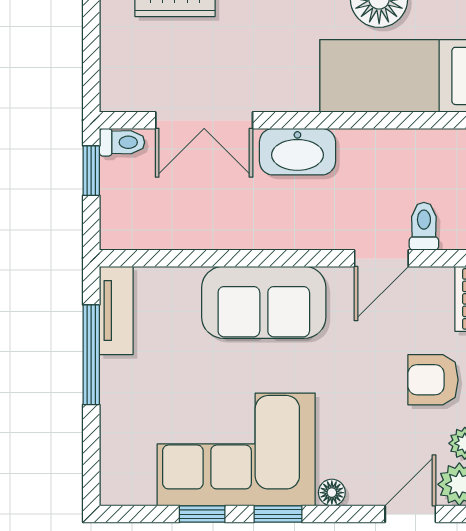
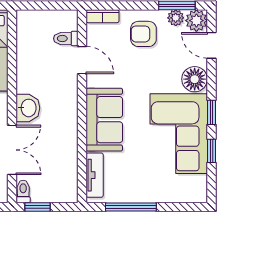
washbasin: (297, 152) -> (28, 108), width x0.72
tv unit: (116, 310) -> (95, 175), moved, turned 90
armchair: (433, 380) -> (143, 34), turned 90
floor lamp: (332, 493) -> (195, 79), width x1.89, depth x1.89

